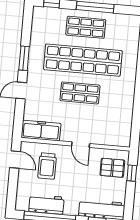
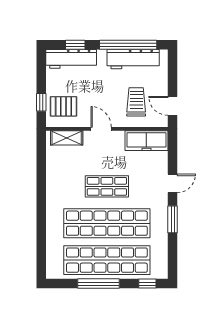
shop shelf: (86, 27) -> (107, 260), width x2.00, depth x1.36
shelving: (112, 139) -> (67, 138), added
workbench: (46, 204) -> (133, 59), width x1.38

